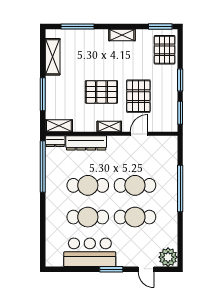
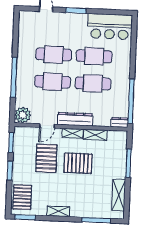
shelving: (59, 126) -> (95, 135), moved
dresser: (86, 143) -> (75, 119), moved
bar counter: (90, 252) -> (110, 27), moved
plant: (168, 257) -> (23, 115), moved

